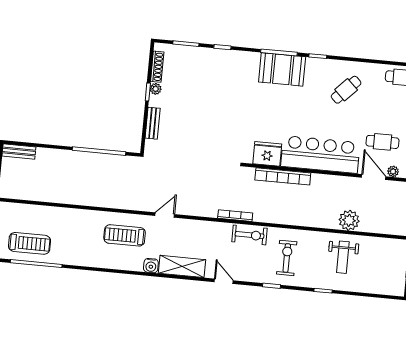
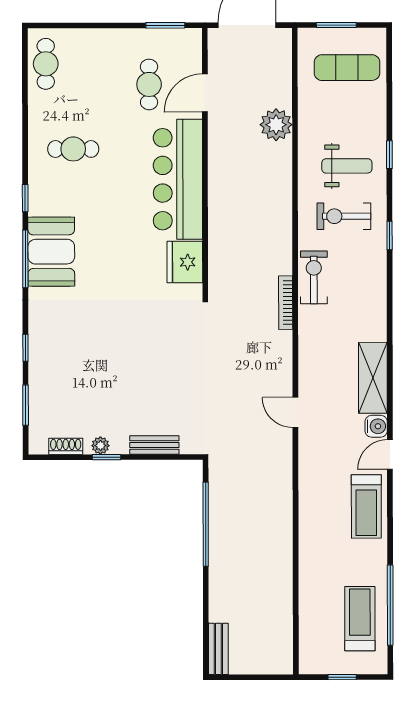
shoe rack: (157, 67) -> (66, 446), width x0.70
cafe table: (346, 90) -> (73, 149), turned -44
plant: (393, 171) -> (193, 64), removed
bookcase: (283, 176) -> (218, 234), removed
treadmill: (125, 235) -> (366, 506), moved
weight bench: (343, 257) -> (347, 166), moved
exercise mat: (381, 269) -> (347, 68), added
door: (224, 281) -> (390, 455), moved

